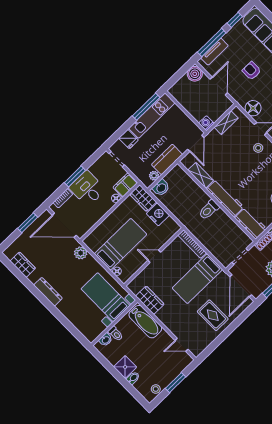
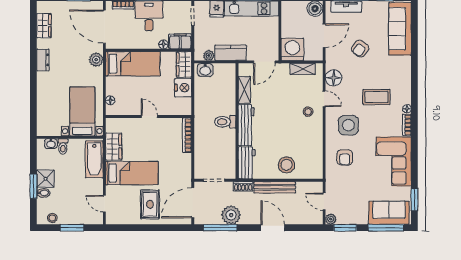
armchair: (252, 71) -> (360, 48), turned -144
washing machine: (206, 123) -> (292, 49), width x1.89, depth x1.89
bed: (121, 244) -> (133, 64), moved
bed: (197, 279) -> (132, 173), moved, turned 180
dresser: (48, 292) -> (43, 60), width x0.70
window: (122, 380) -> (33, 186), added

